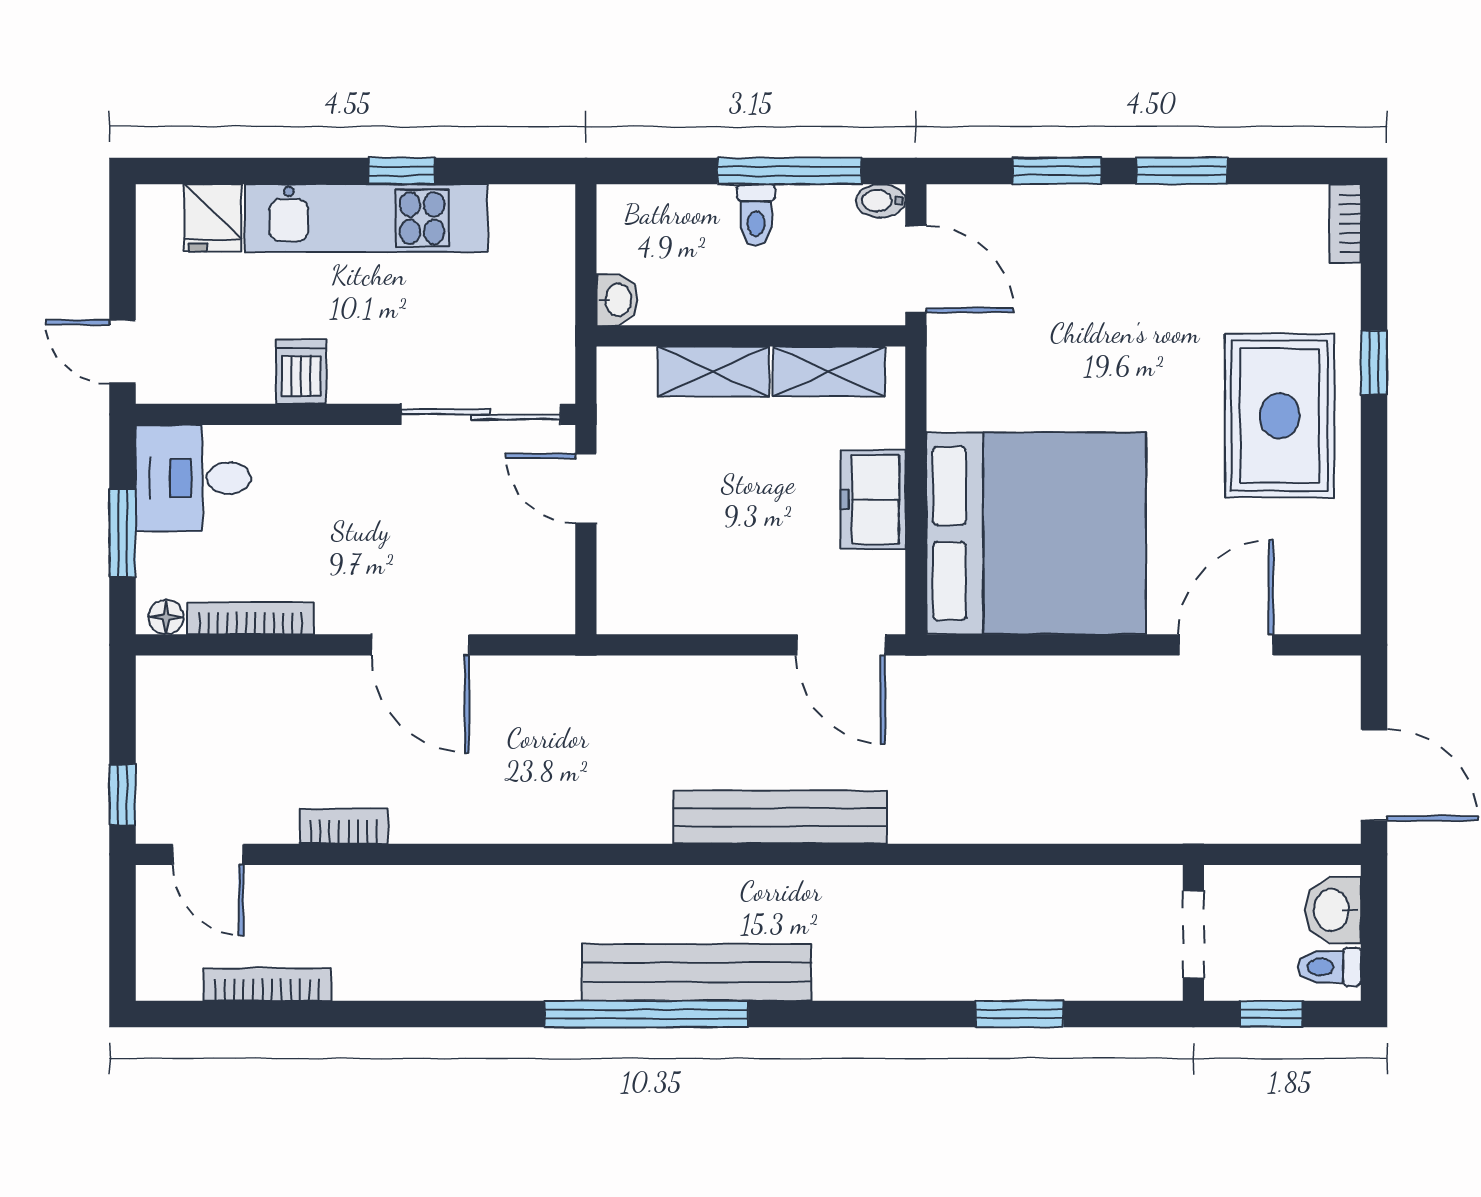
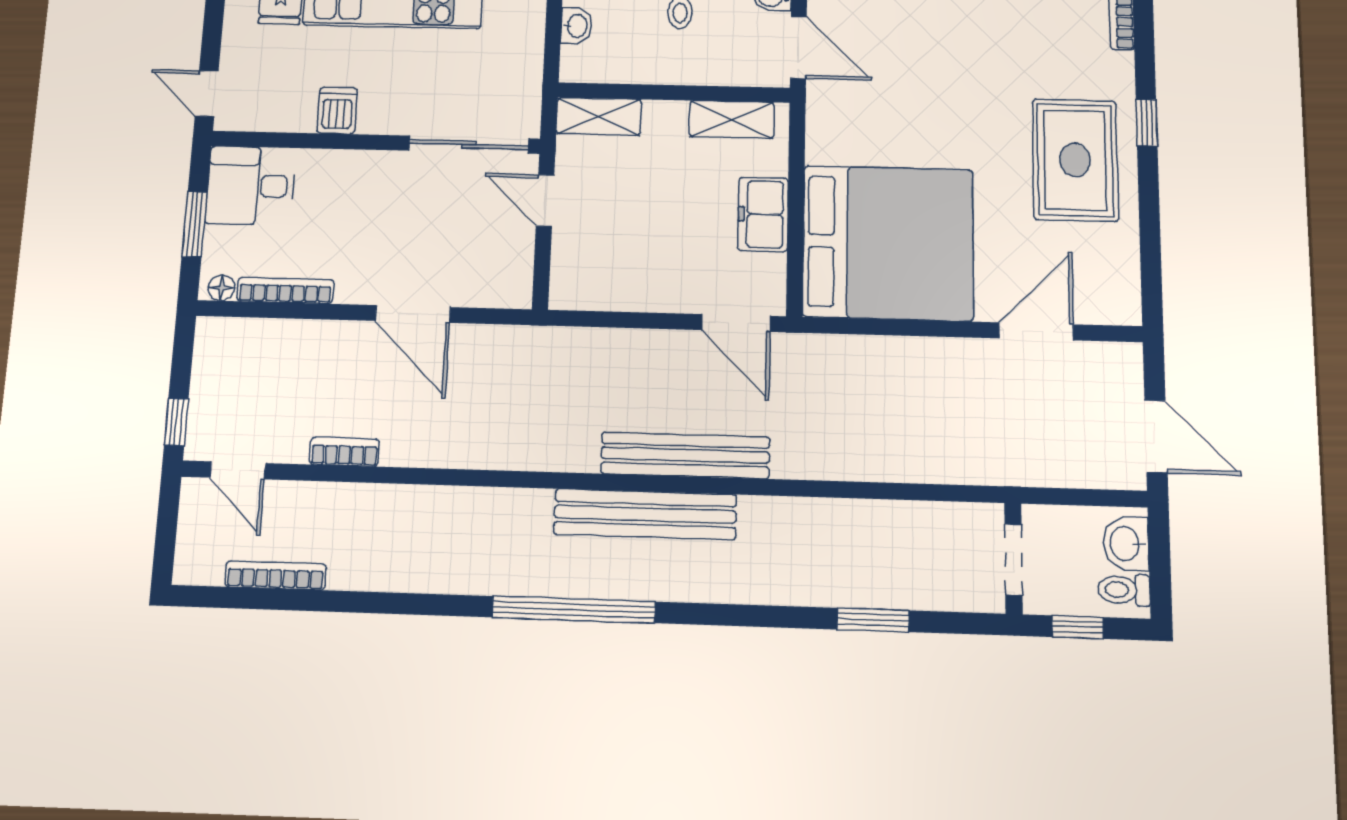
washbasin: (617, 300) -> (576, 26), moved
shelving: (713, 371) -> (599, 117), moved
bench: (697, 972) -> (645, 514), moved

